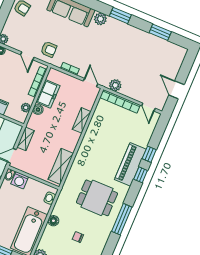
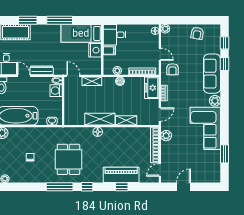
window: (120, 15) -> (225, 116), removed
corner sofa: (125, 41) -> (205, 128), added
door: (27, 56) -> (160, 54), swing flipped
freezer: (48, 94) -> (152, 88), moved, turned 90
piano: (130, 164) -> (121, 175), moved
shelving: (61, 166) -> (100, 119), moved
window: (141, 175) -> (87, 187), moved
floor lamp: (53, 221) -> (98, 132), moved

